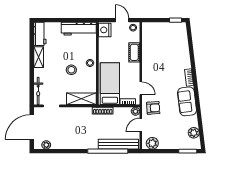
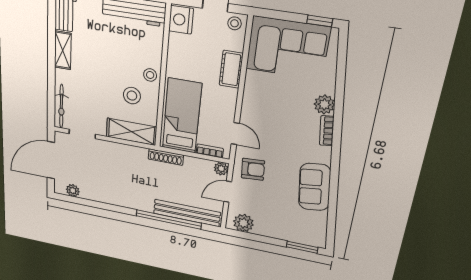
corner sofa: (162, 36) -> (288, 48), added
stool: (71, 70) -> (132, 96), moved
sofa: (187, 101) -> (315, 187), moved
plant: (194, 133) -> (324, 104), moved

